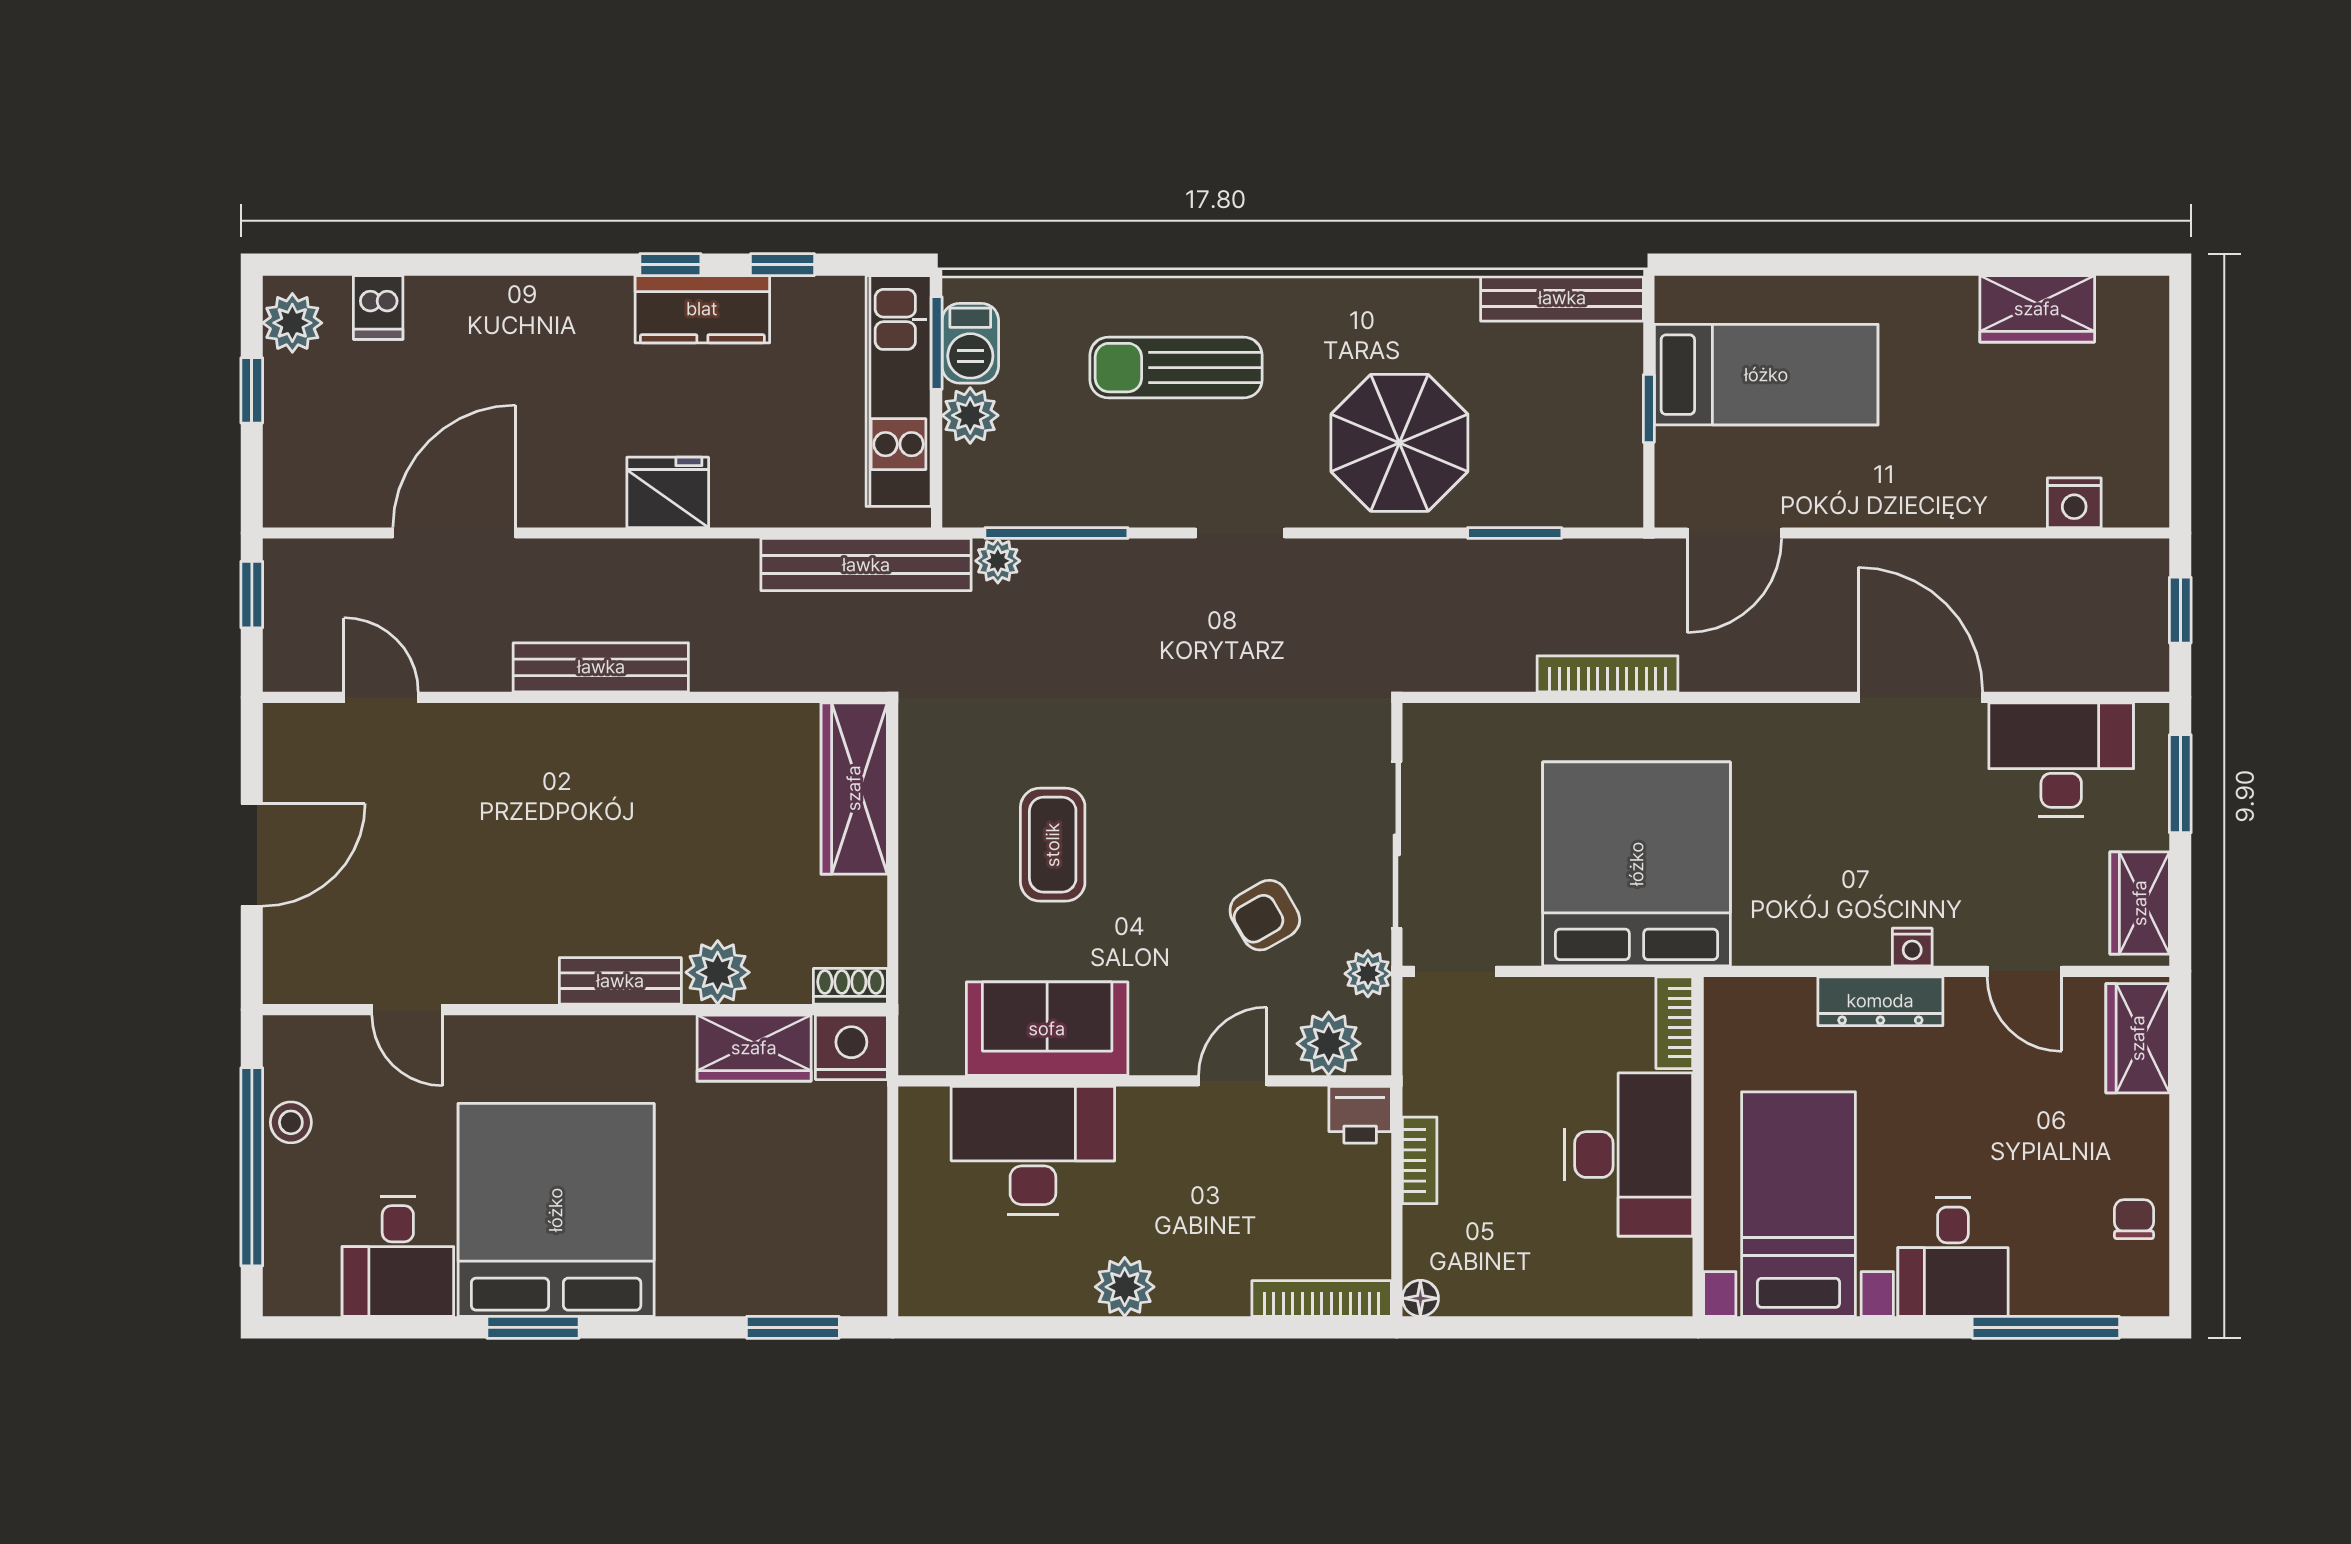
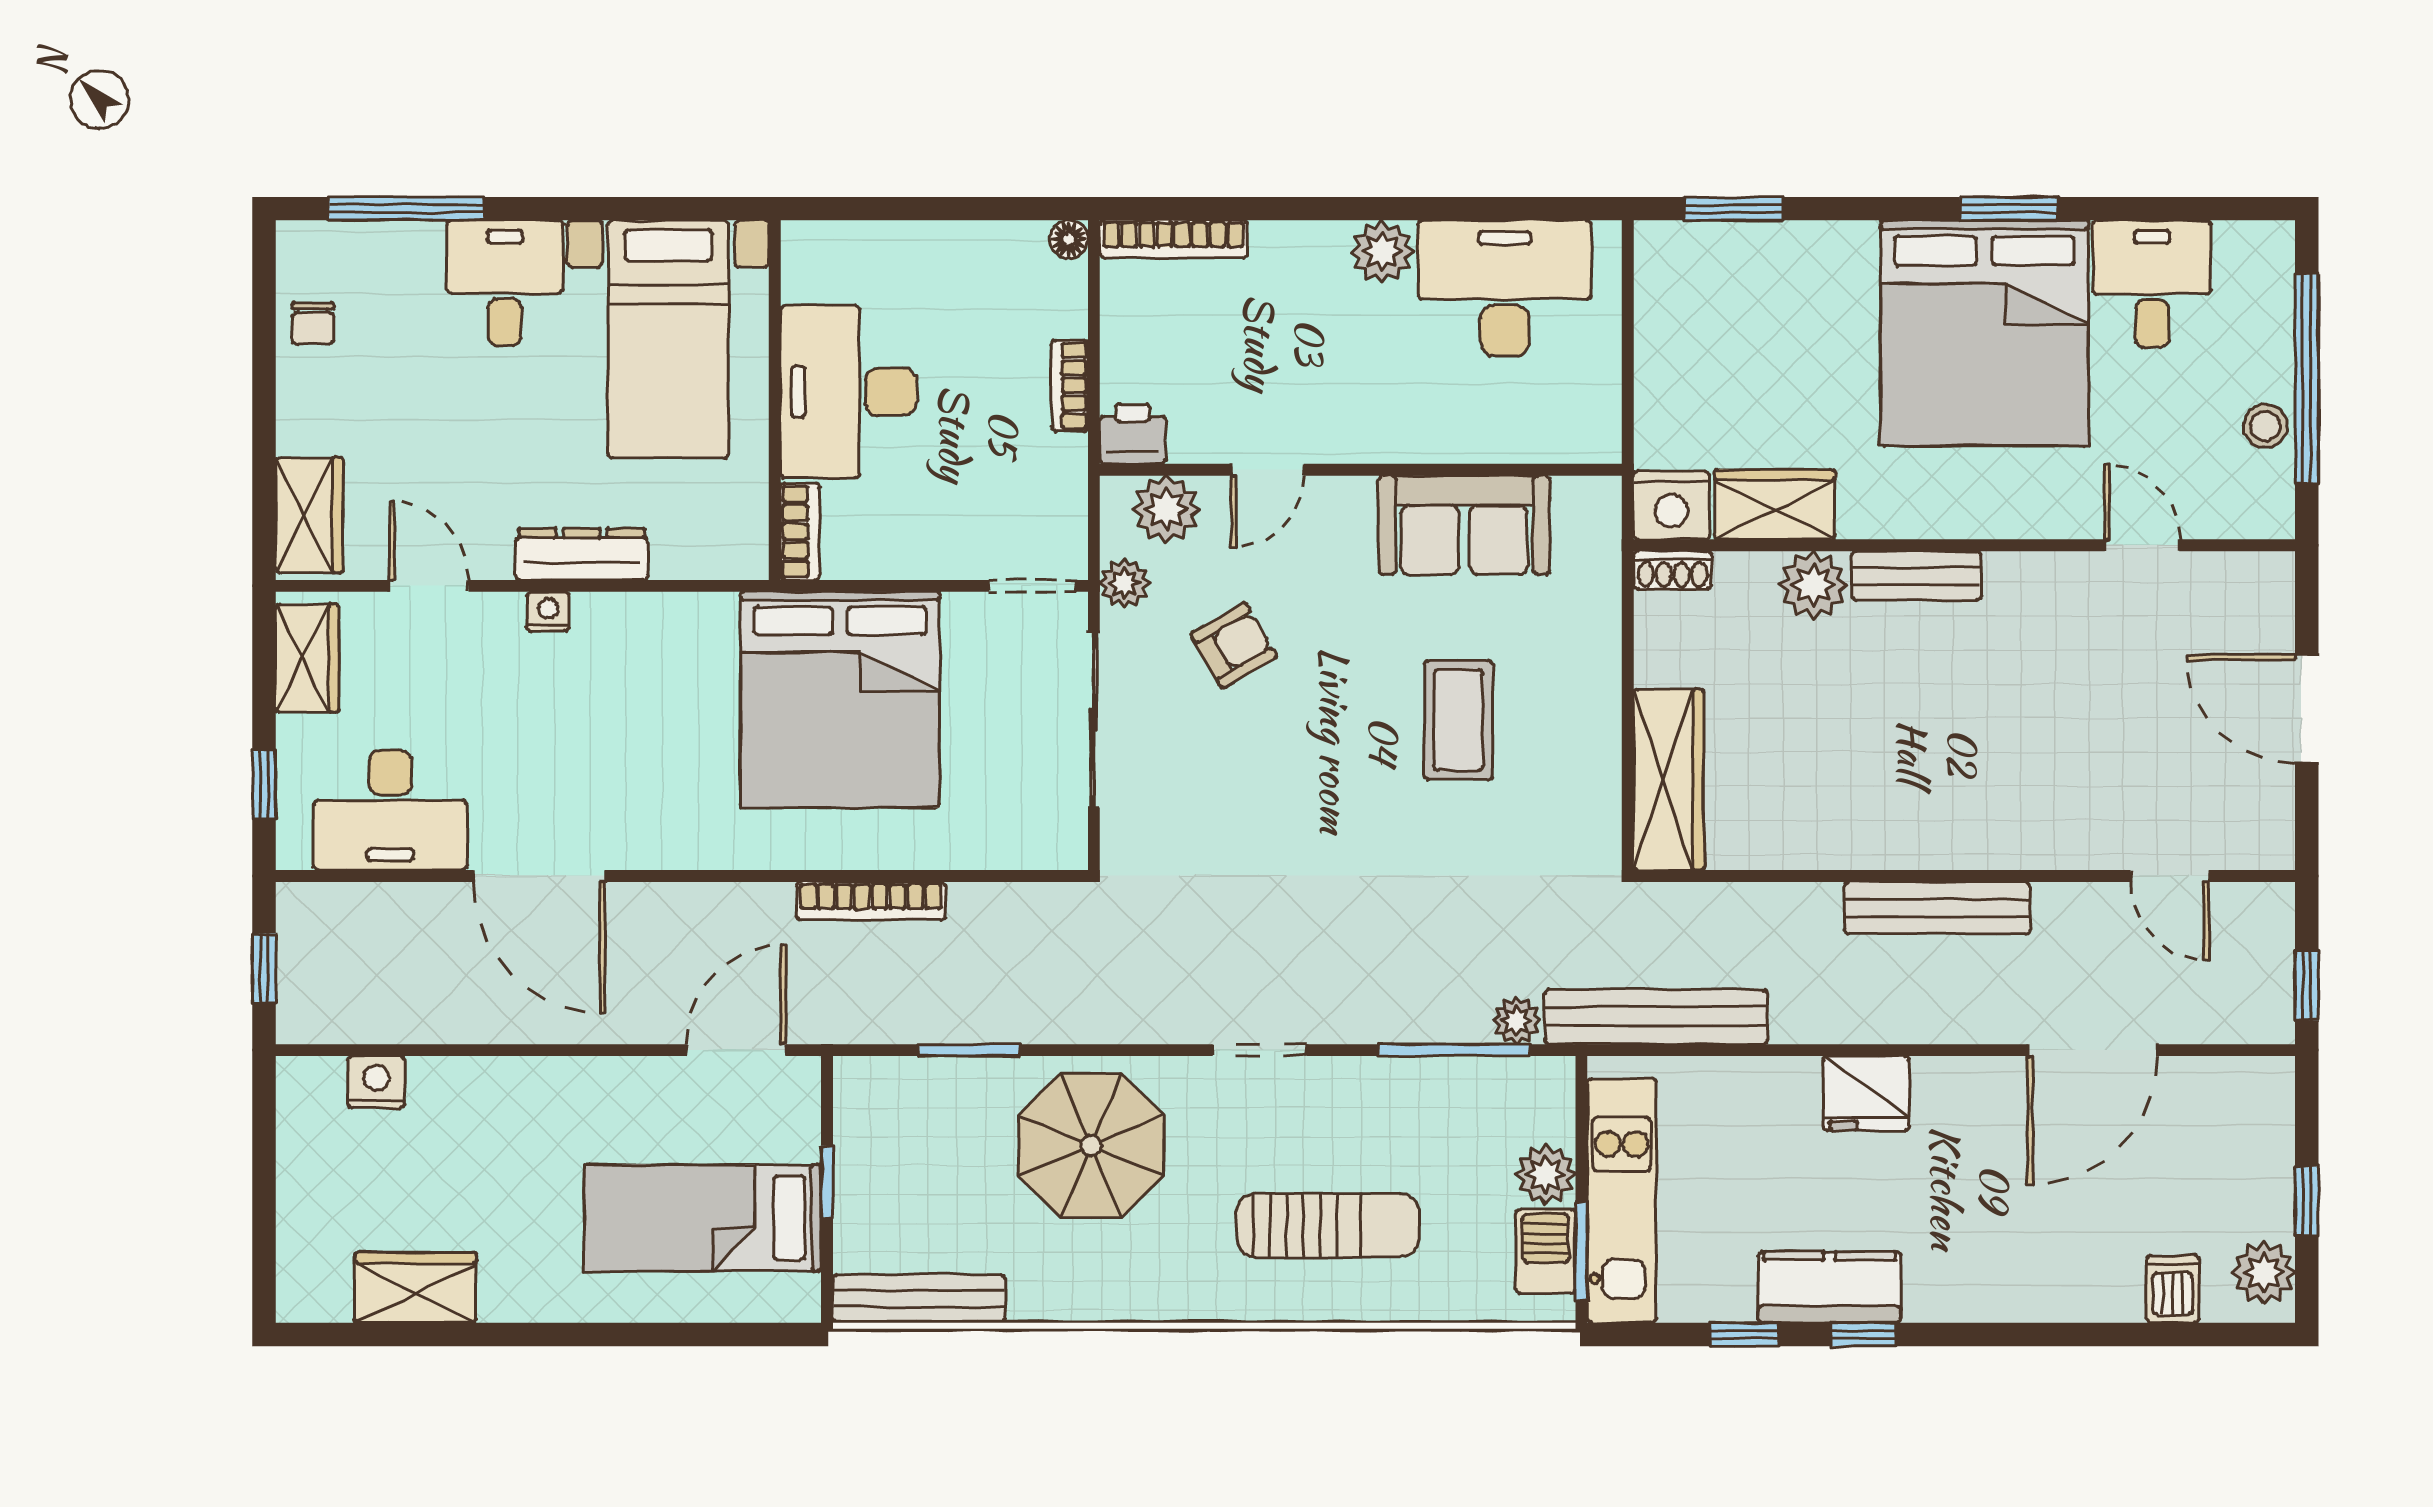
window: (2180, 784) -> (264, 785), width x0.67
door: (252, 855) -> (2307, 709), hinge flipped
desk: (1033, 1151) -> (1505, 288), moved, turned 180

